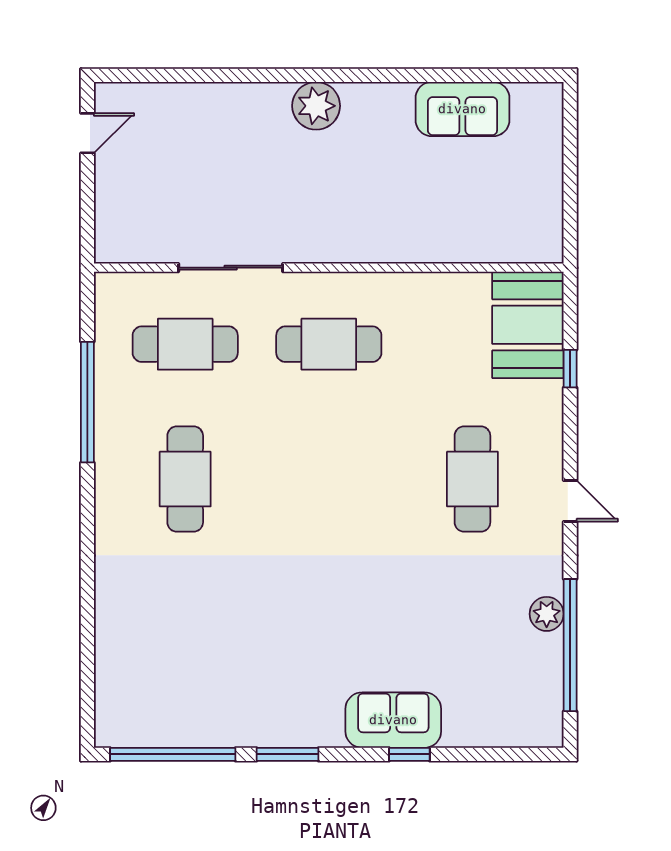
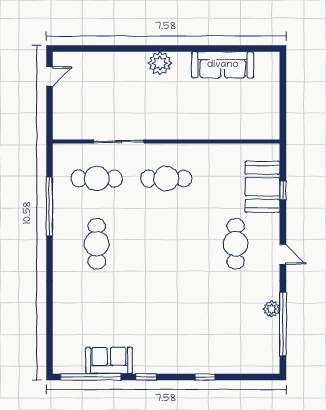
sofa: (462, 109) -> (223, 65), width x1.36
booth: (528, 325) -> (262, 187), moved
sofa: (393, 720) -> (109, 360), moved
window: (287, 754) -> (146, 377), width x0.67

